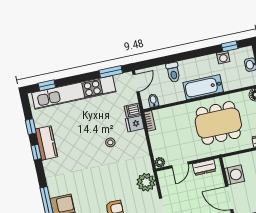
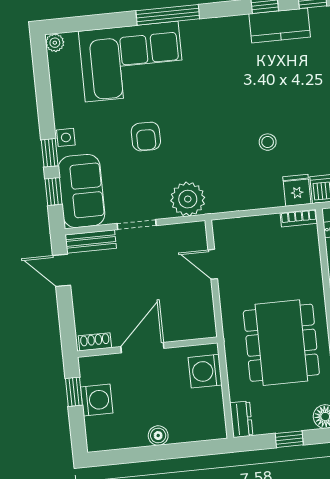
plant: (160, 162) -> (221, 228), removed
dresser: (204, 167) -> (203, 308), removed
washing machine: (235, 175) -> (205, 371), moved, turned 90

